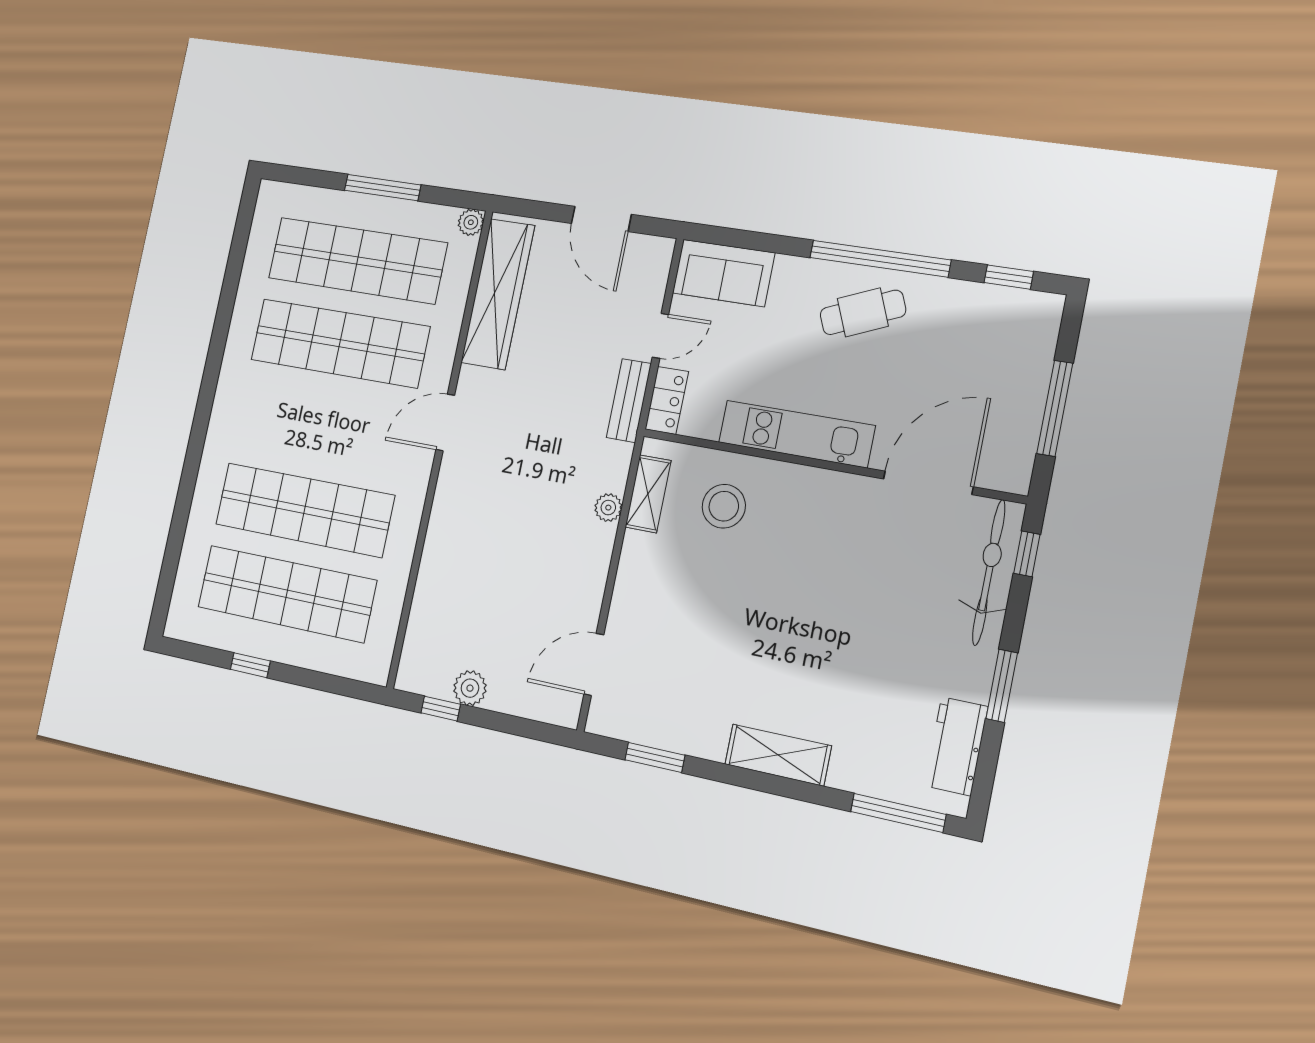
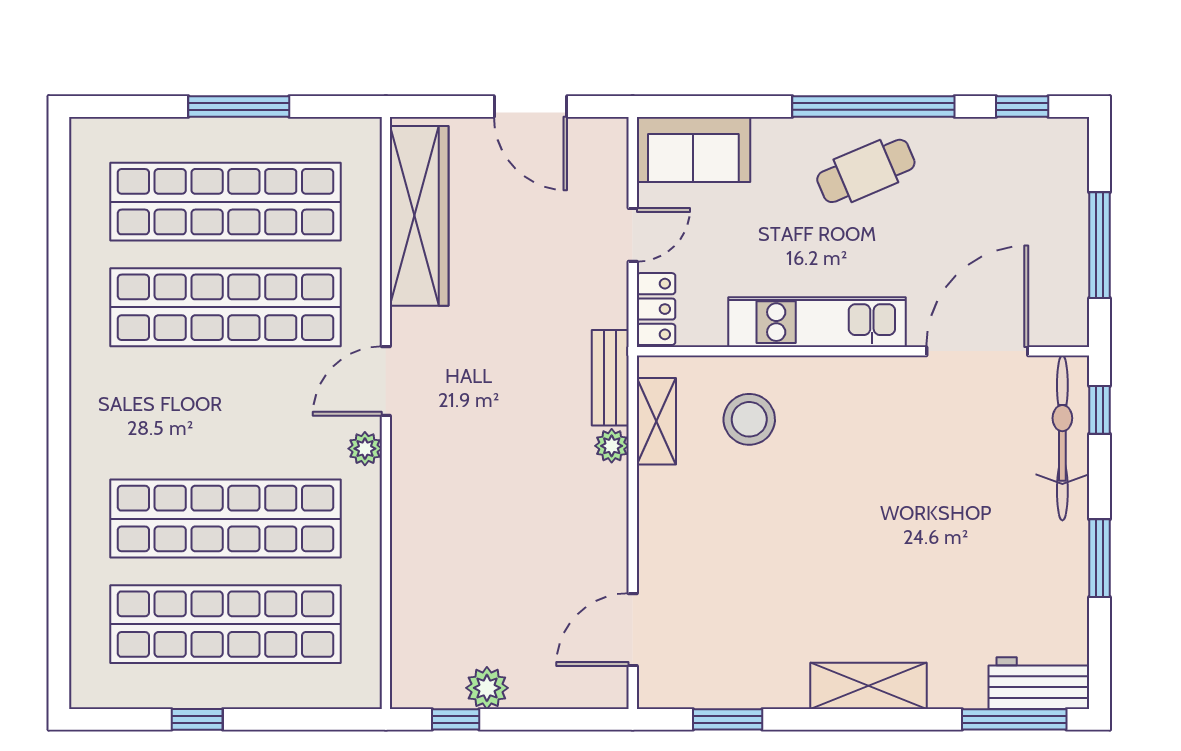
plant: (471, 222) -> (365, 449), moved
bench: (629, 401) -> (610, 378), moved
workbench: (956, 746) -> (1039, 683), moved, turned 90

